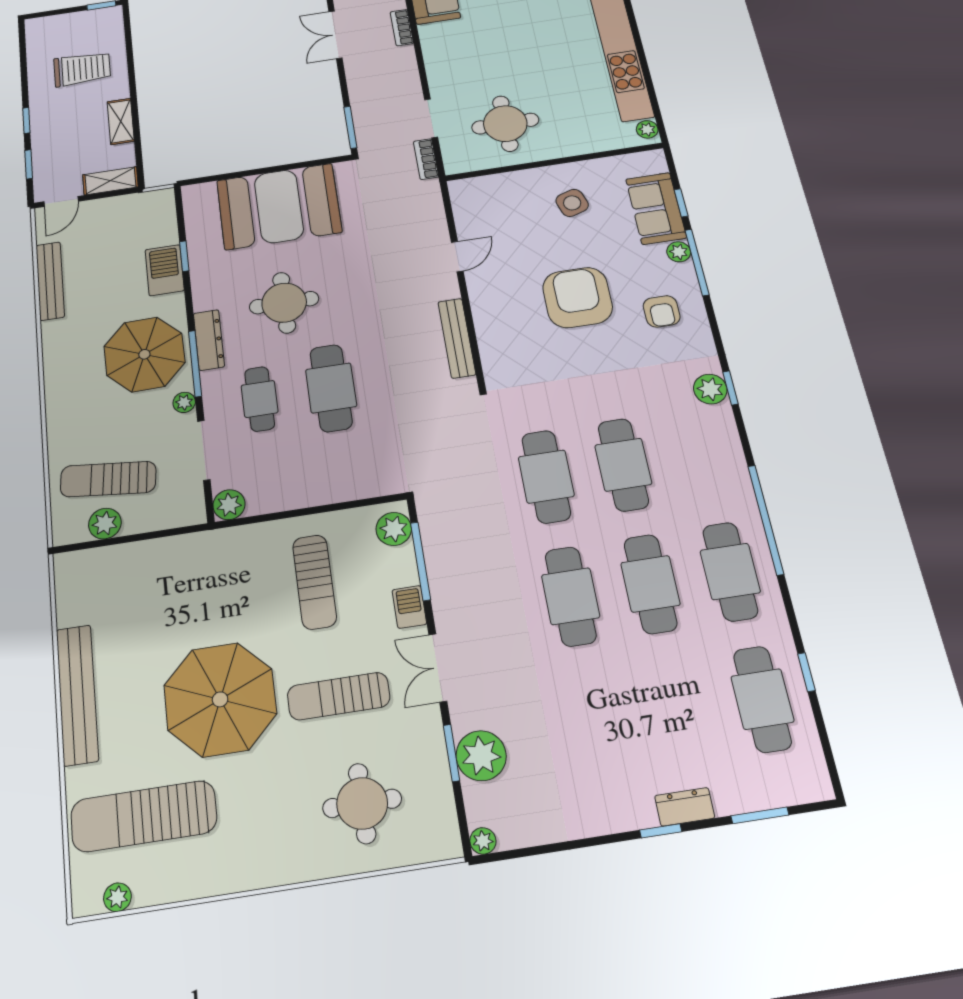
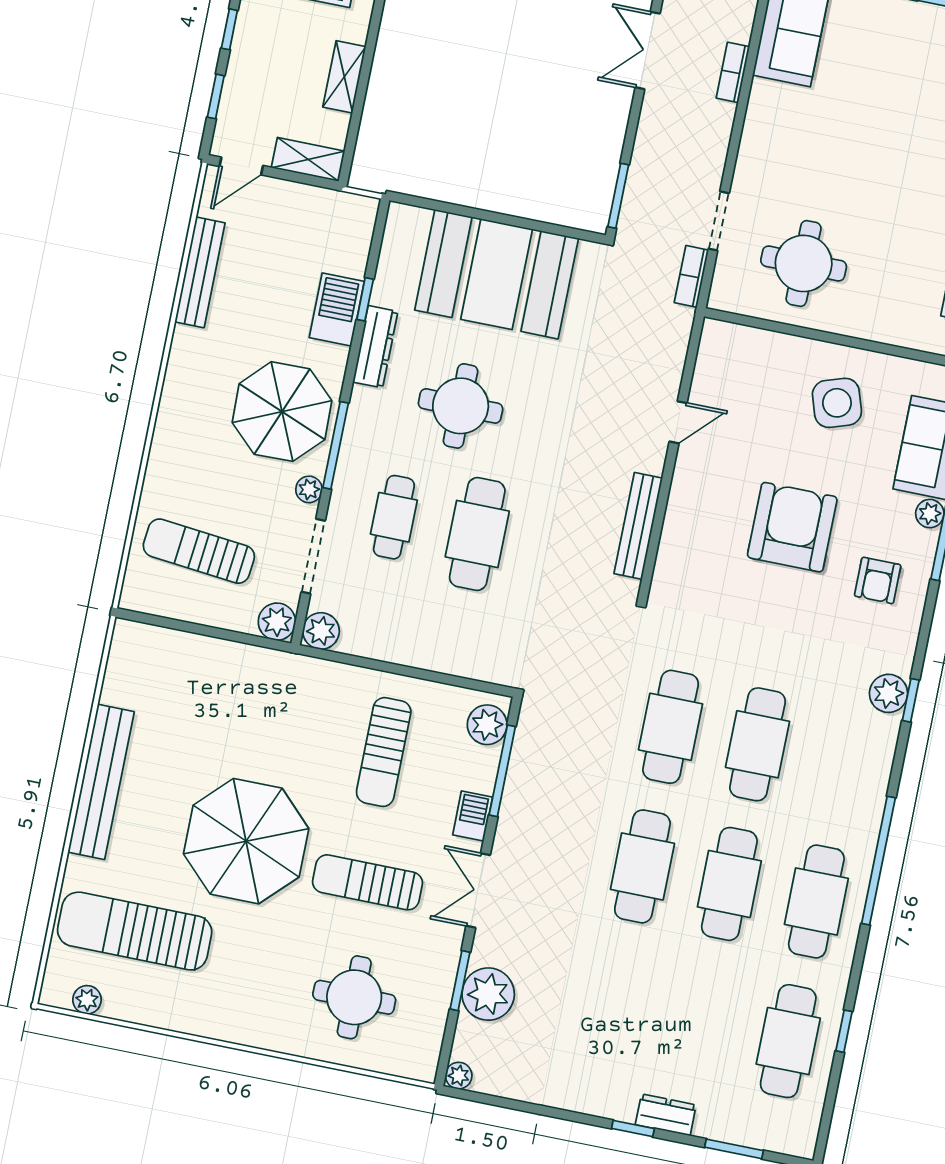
side table: (572, 203) -> (837, 403), width x1.37, depth x1.37
dresser: (209, 340) -> (375, 347), moved
plant: (105, 524) -> (277, 622), moved

